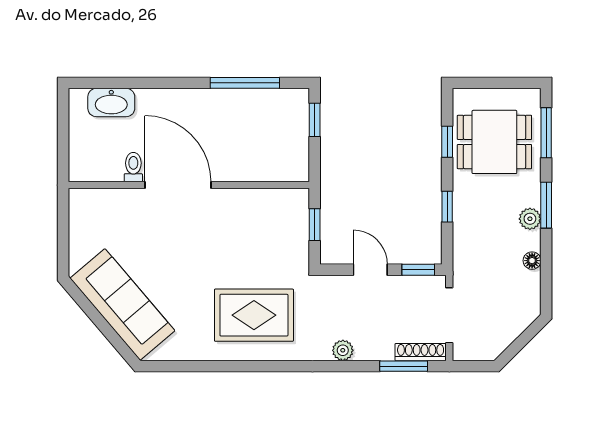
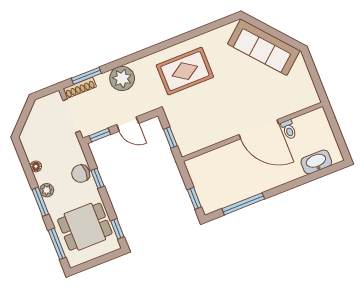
window: (447, 142) -> (117, 229), moved
chair: (469, 224) -> (81, 174), added
plant: (343, 350) -> (122, 78), width x1.88, depth x1.88

